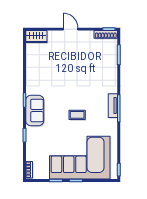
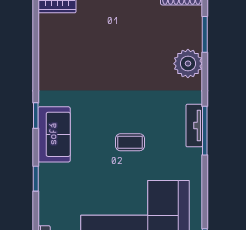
plant: (109, 71) -> (188, 64), added

